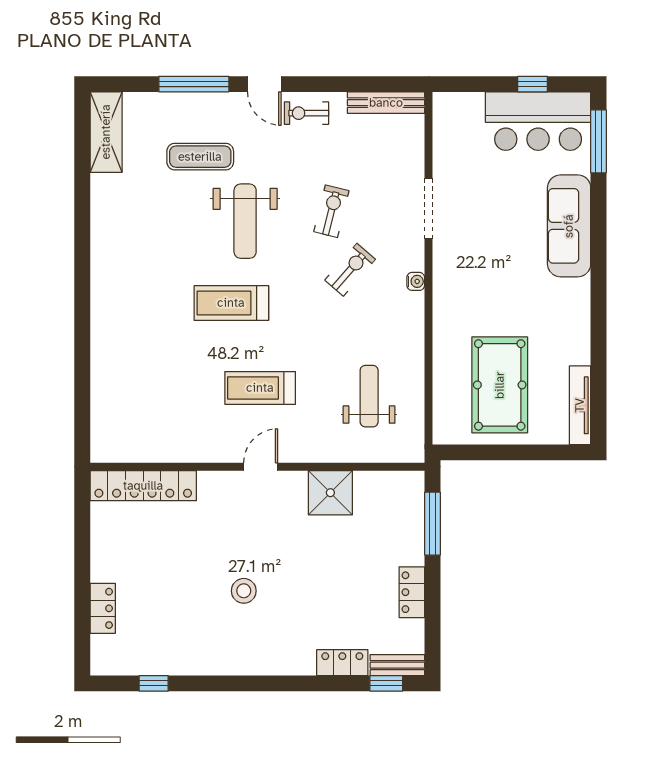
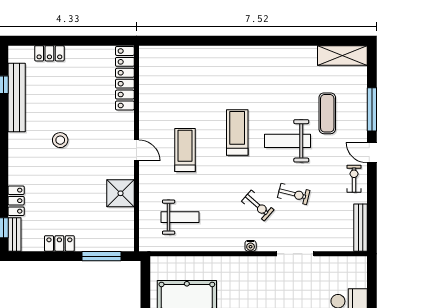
door: (264, 84) -> (372, 153), hinge flipped
bench: (175, 662) -> (17, 97), added

